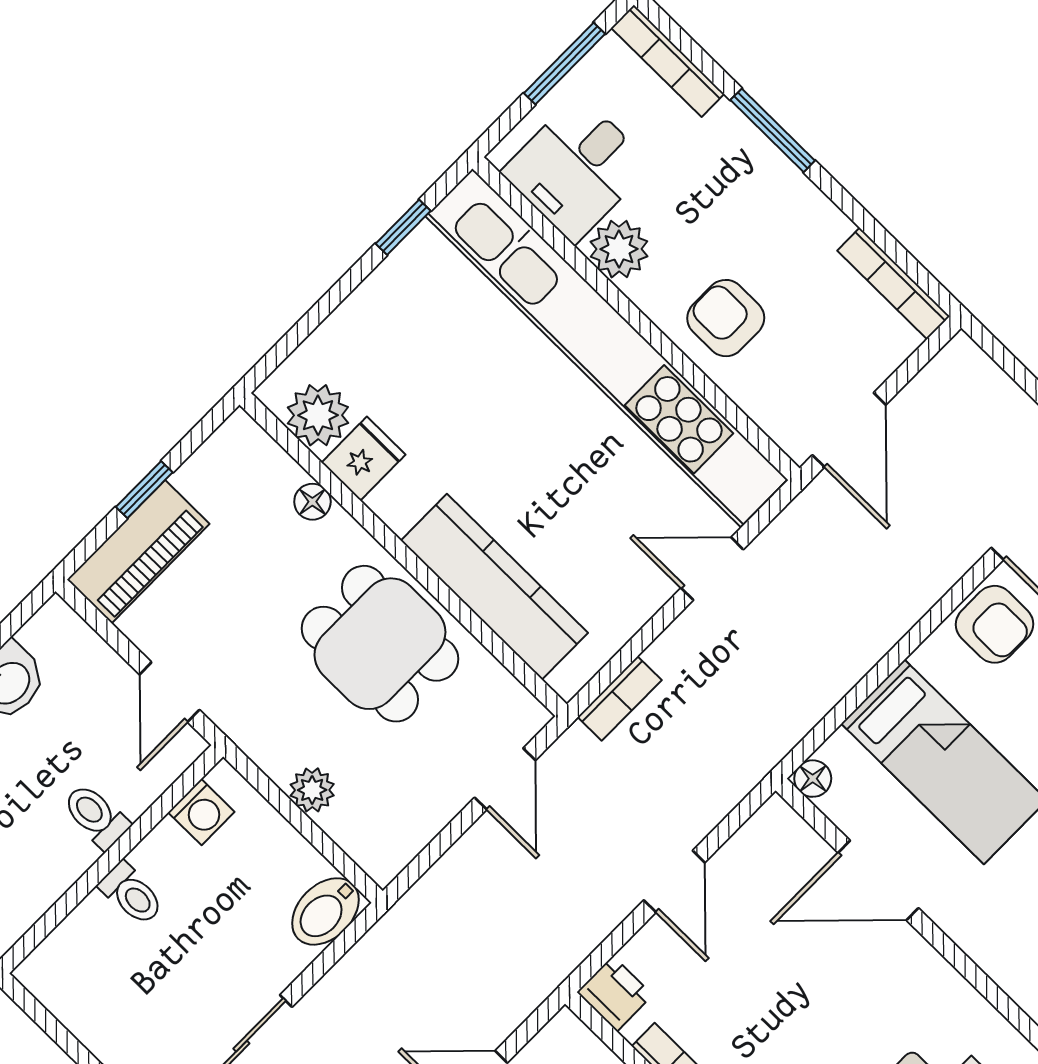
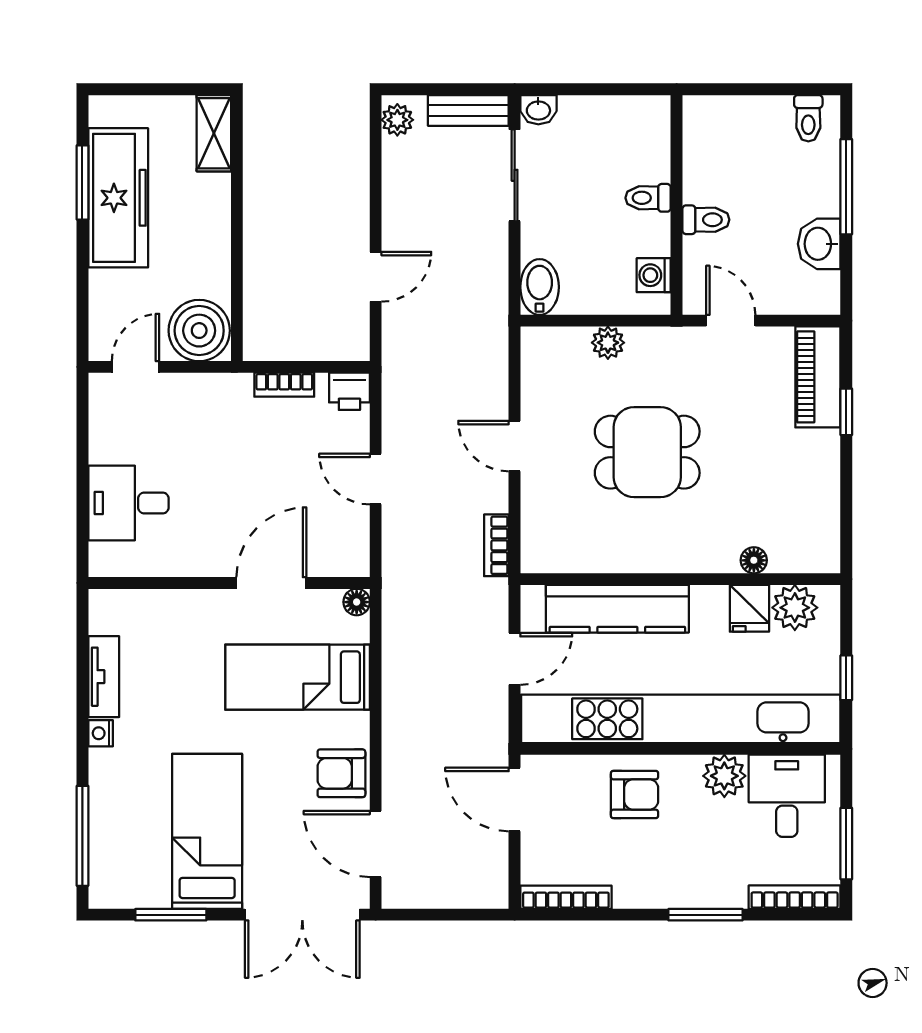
plant: (318, 415) -> (795, 608), moved
fridge: (363, 459) -> (749, 608), moved
floor lamp: (312, 502) -> (754, 560), moved
wall: (403, 555) -> (680, 579), moved
kitchen counter: (494, 587) -> (617, 609), moved

